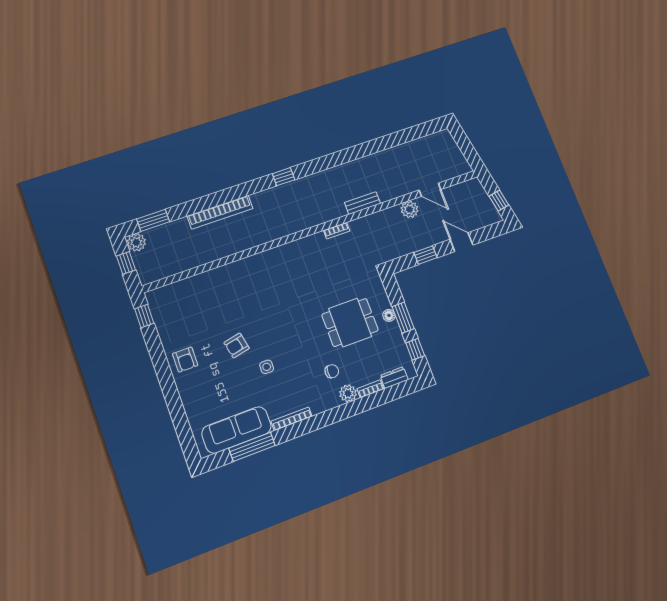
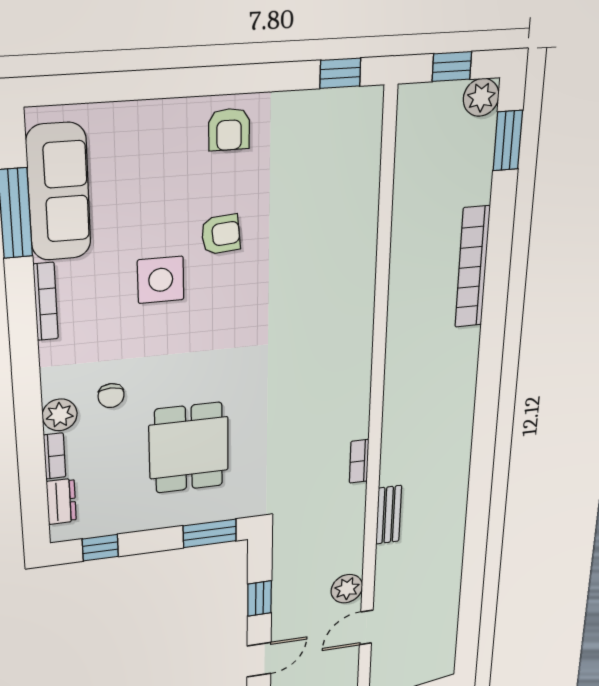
window: (284, 177) -> (487, 393), removed
floor lamp: (389, 315) -> (177, 517), removed
window: (403, 318) -> (210, 533), moved
armchair: (237, 345) -> (221, 234), turned 97
armchair: (185, 360) -> (229, 129), turned -90
side table: (267, 367) -> (161, 280), width x1.87, depth x1.87

